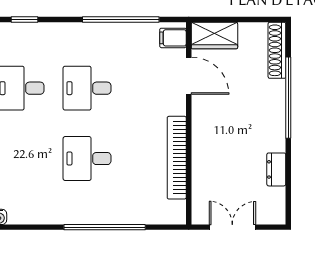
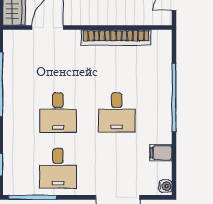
filing cabinet: (173, 38) -> (161, 153), moved, turned 90

